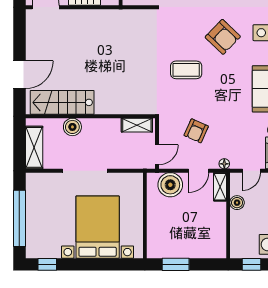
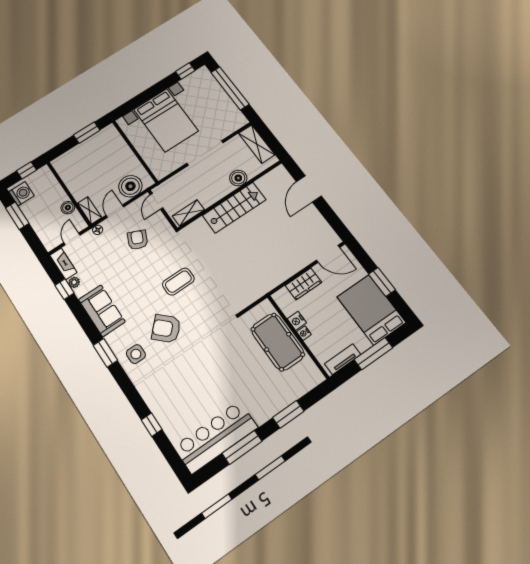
stairs: (62, 102) -> (234, 208), moved

